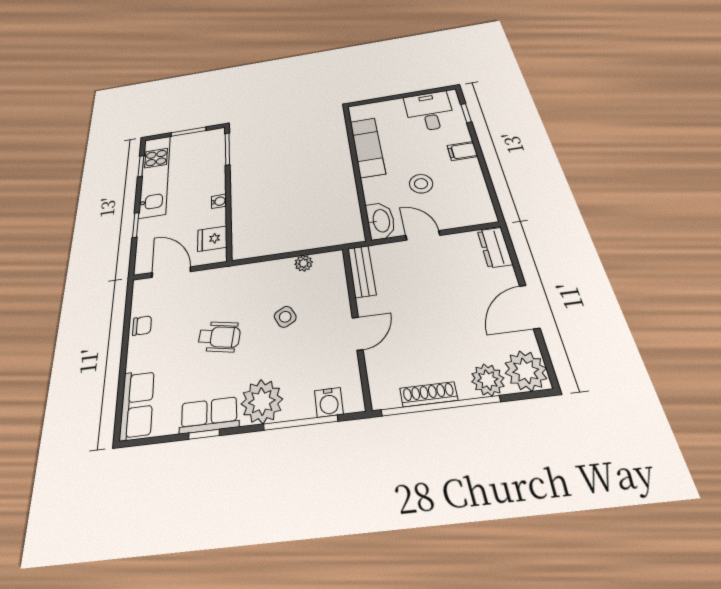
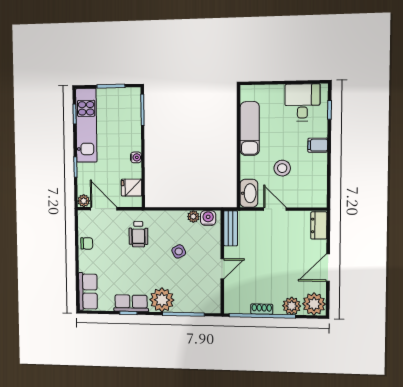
plant: (143, 266) -> (84, 201), added
wheelchair: (219, 337) -> (138, 234), moved, turned 80
shoe rack: (429, 394) -> (262, 309), width x0.70
water cooler: (329, 402) -> (208, 218), moved, turned 180

